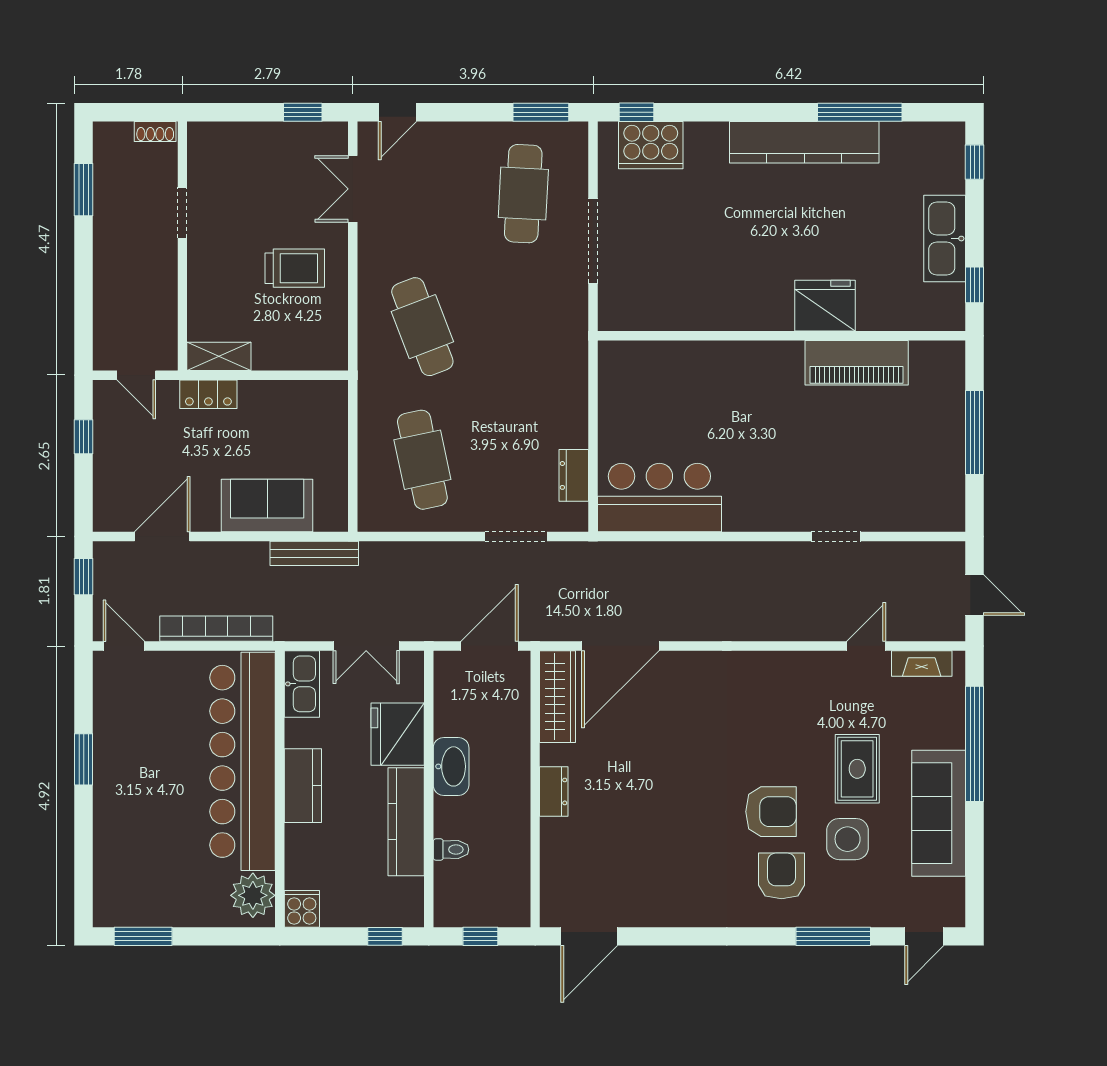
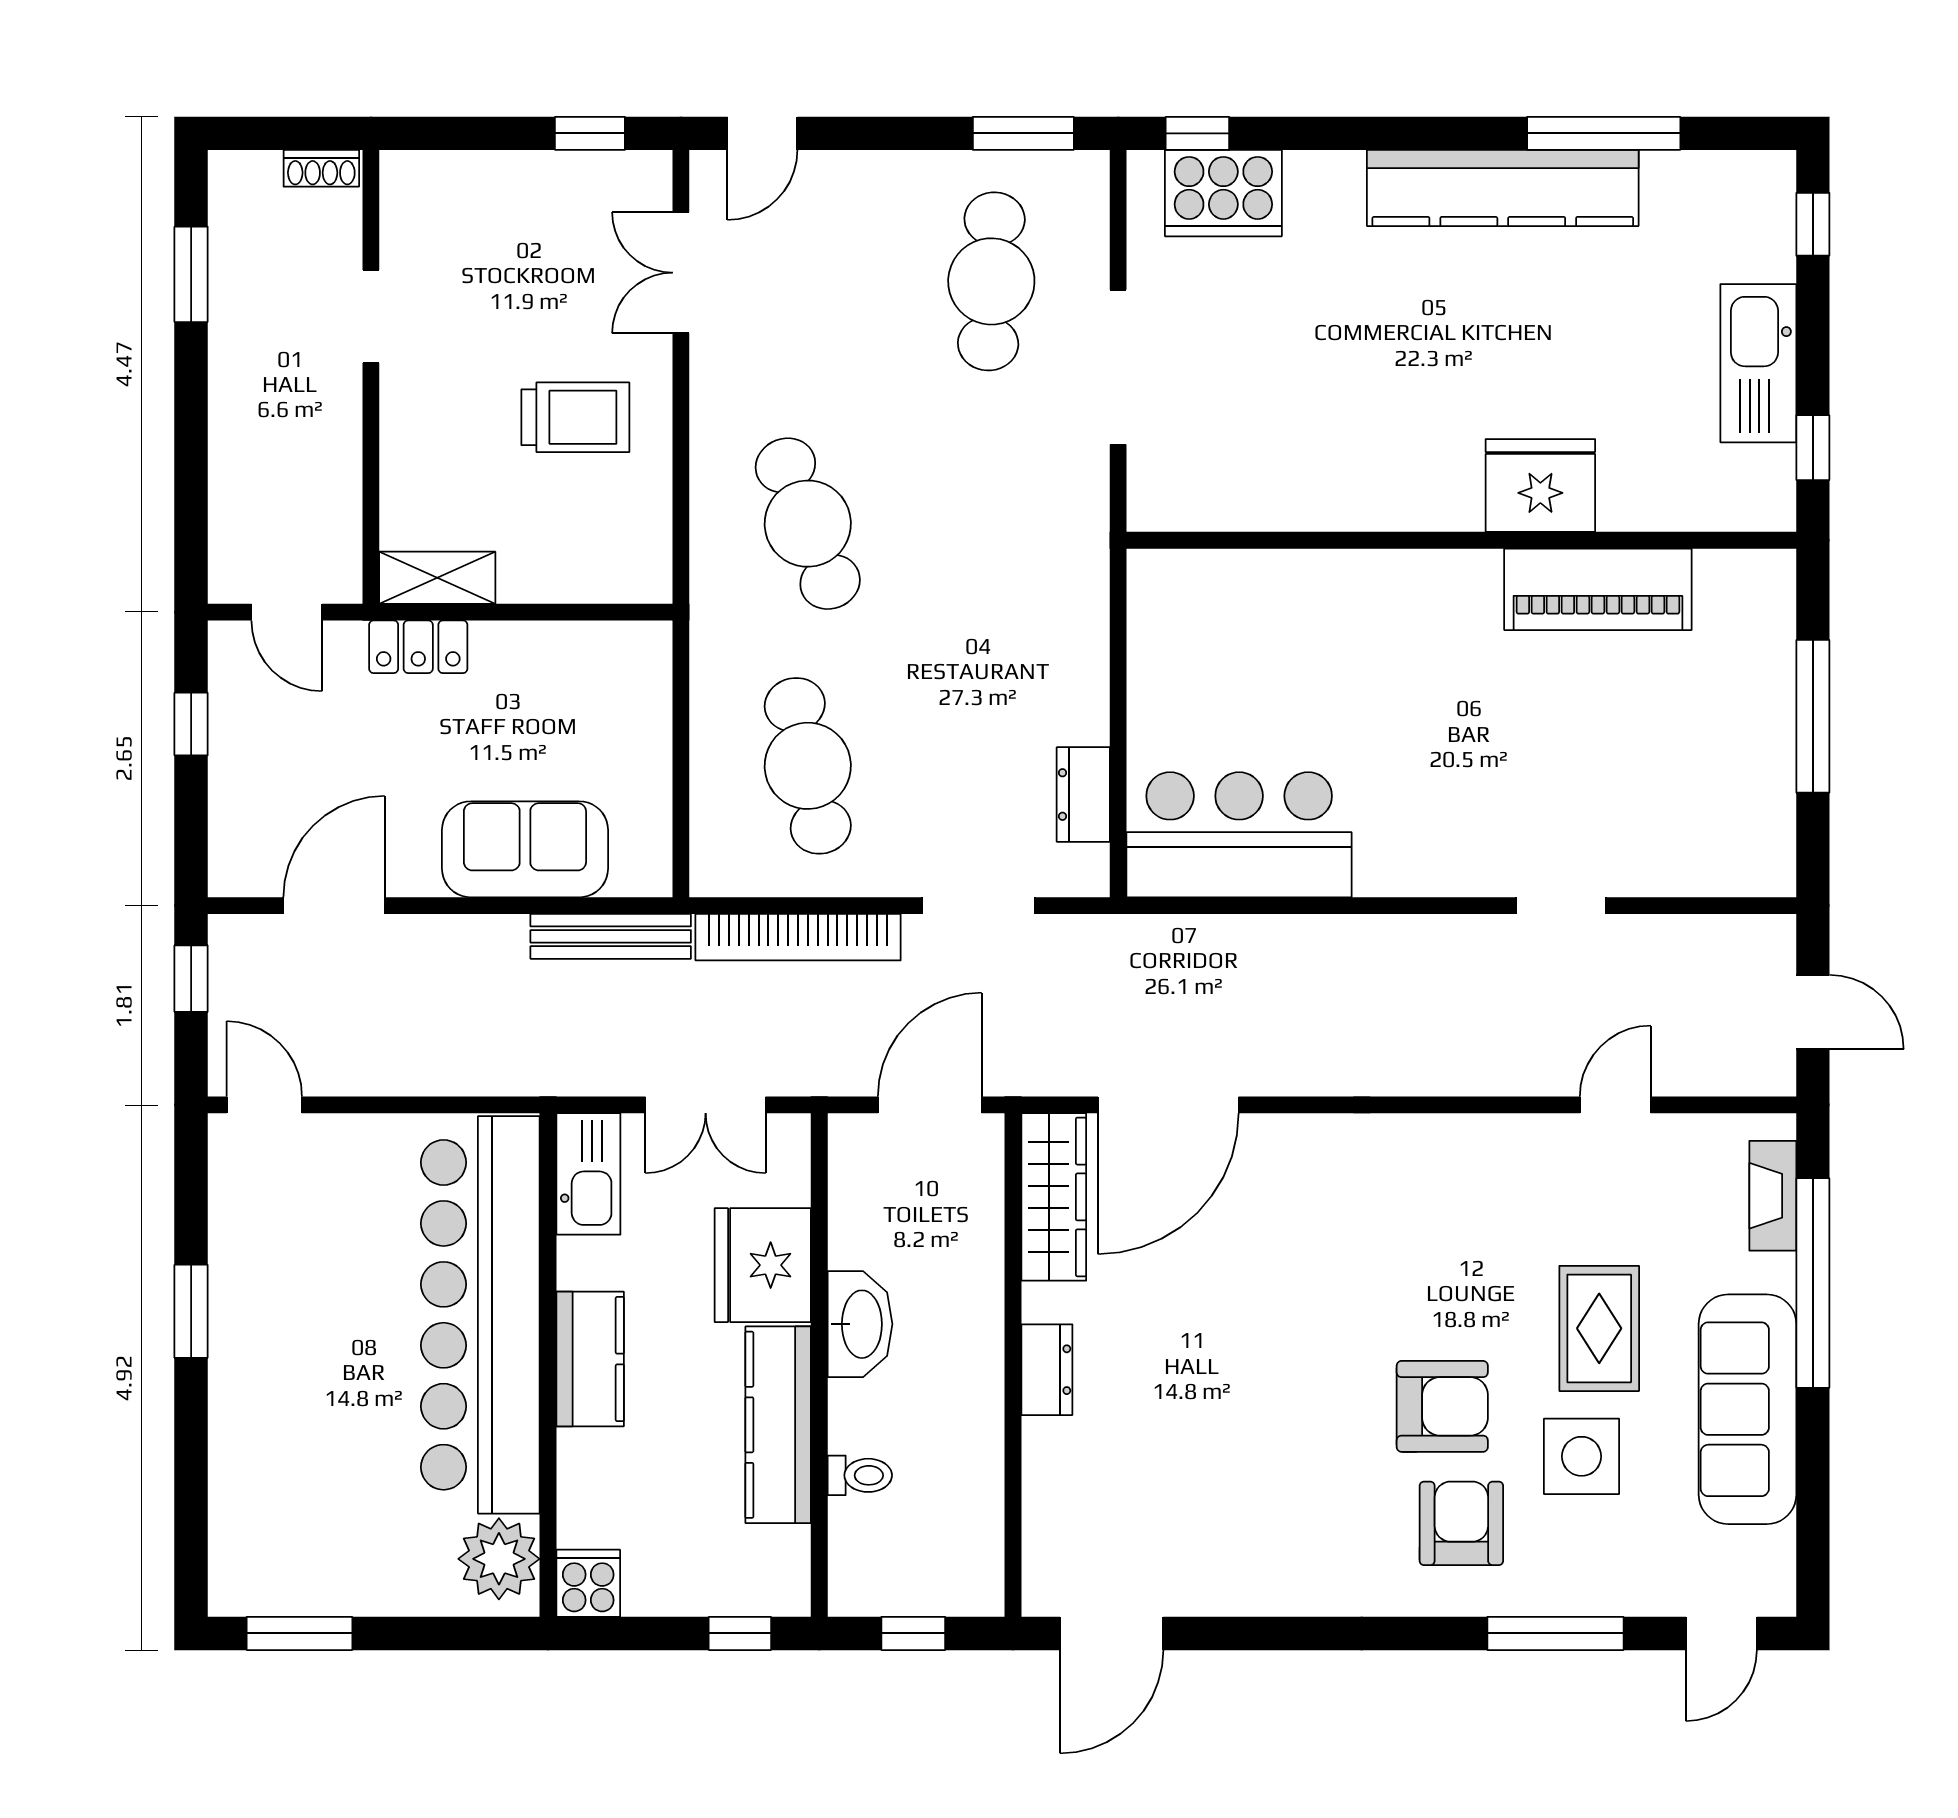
bookcase: (216, 629) -> (798, 937), moved, turned 180
fireplace: (922, 663) -> (1773, 1196), moved, turned 90

